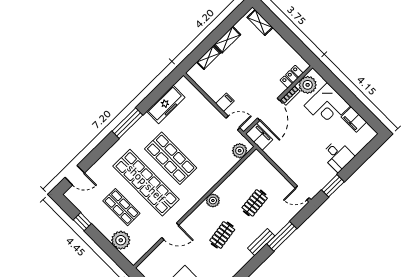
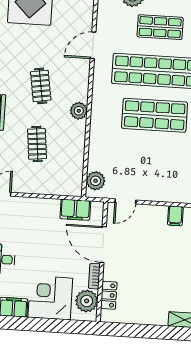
filing cabinet: (225, 102) -> (175, 216), moved
filing cabinet: (259, 137) -> (75, 210), moved

